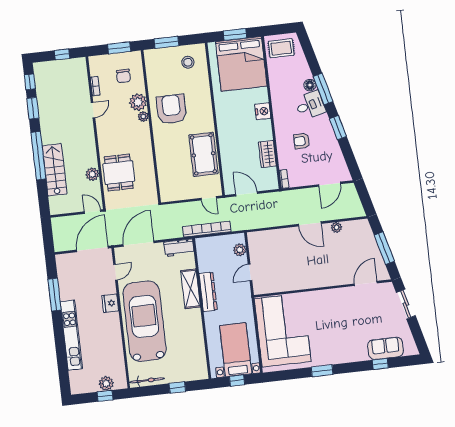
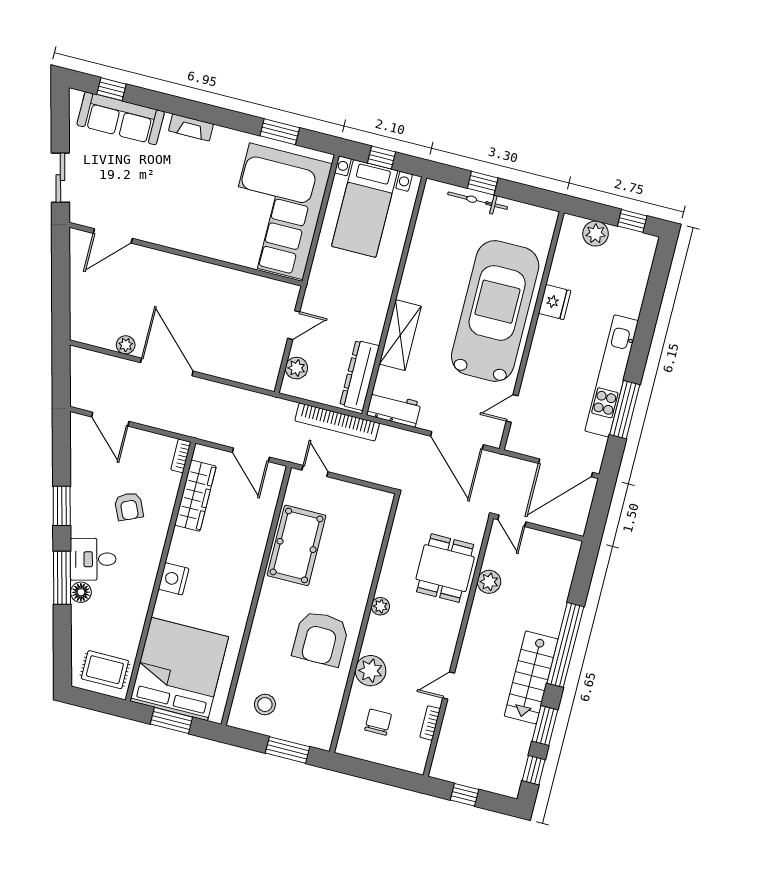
window: (119, 48) -> (368, 770), removed
plant: (143, 116) -> (380, 606), moved
armchair: (302, 141) -> (129, 507), turned 66
wardrobe: (267, 154) -> (195, 496), width x1.50
stairs: (55, 170) -> (531, 677), moved
door: (330, 184) -> (110, 419), swing flipped
door: (310, 224) -> (167, 367), width x1.36
door: (139, 244) -> (457, 440), hinge flipped
window: (384, 248) -> (61, 282), removed
door: (92, 249) -> (566, 468), moved
dresser: (208, 292) -> (360, 375), moved
fridge: (110, 303) -> (555, 302), moved
car: (144, 321) -> (495, 311), turned 180
kitchen unit: (71, 335) -> (612, 376), moved
sofa: (385, 348) -> (121, 118), width x1.36
fireplace: (346, 358) -> (191, 127), added
window: (380, 364) -> (111, 89), moved
window: (322, 371) -> (280, 132), moved
bicycle: (147, 380) -> (478, 201), moved
window: (105, 396) -> (632, 221), moved

